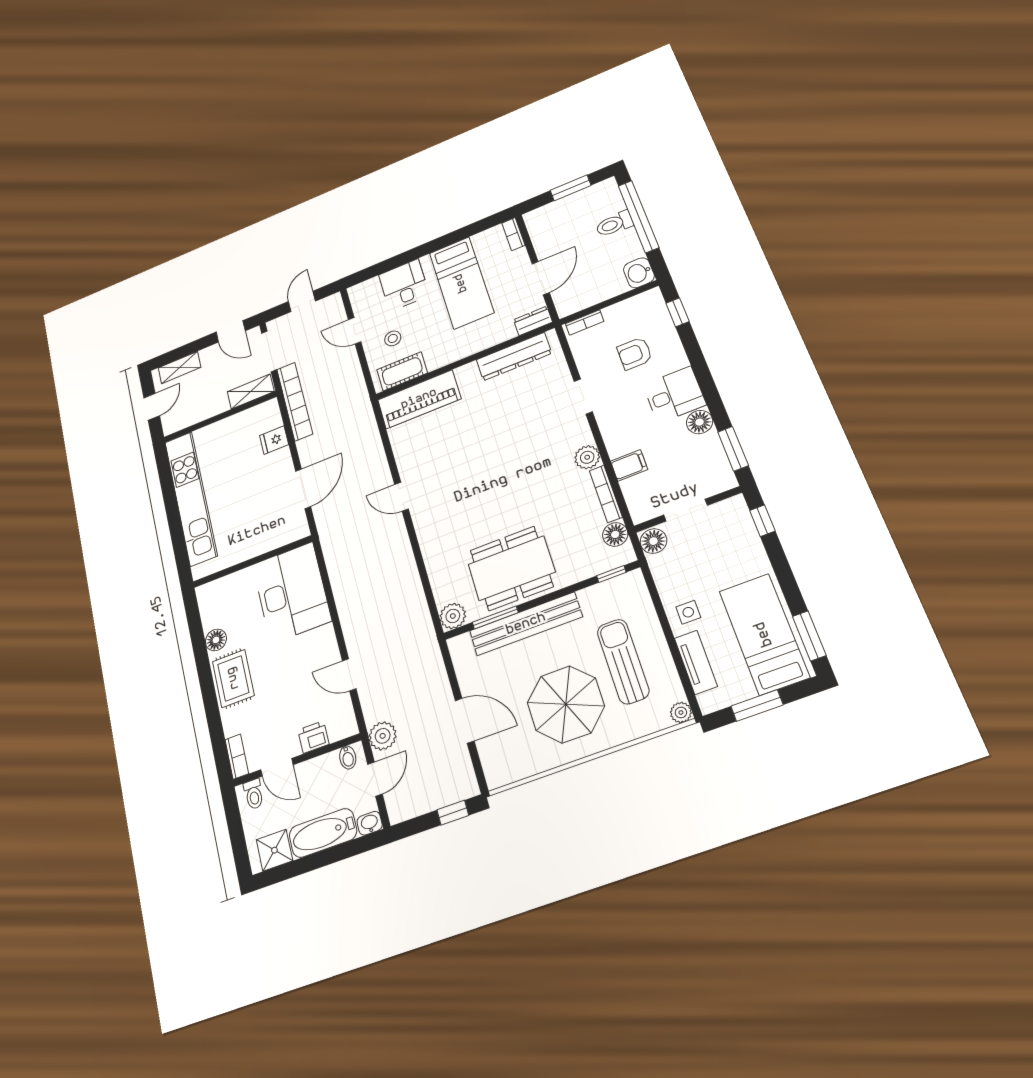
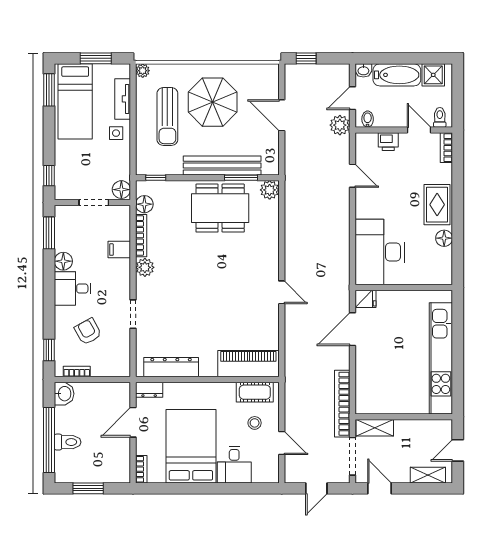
bed: (461, 283) -> (191, 446), width x1.50
bookcase: (585, 323) -> (77, 371), moved
armchair: (635, 353) -> (88, 331), turned -119
fridge: (274, 440) -> (365, 299), moved

